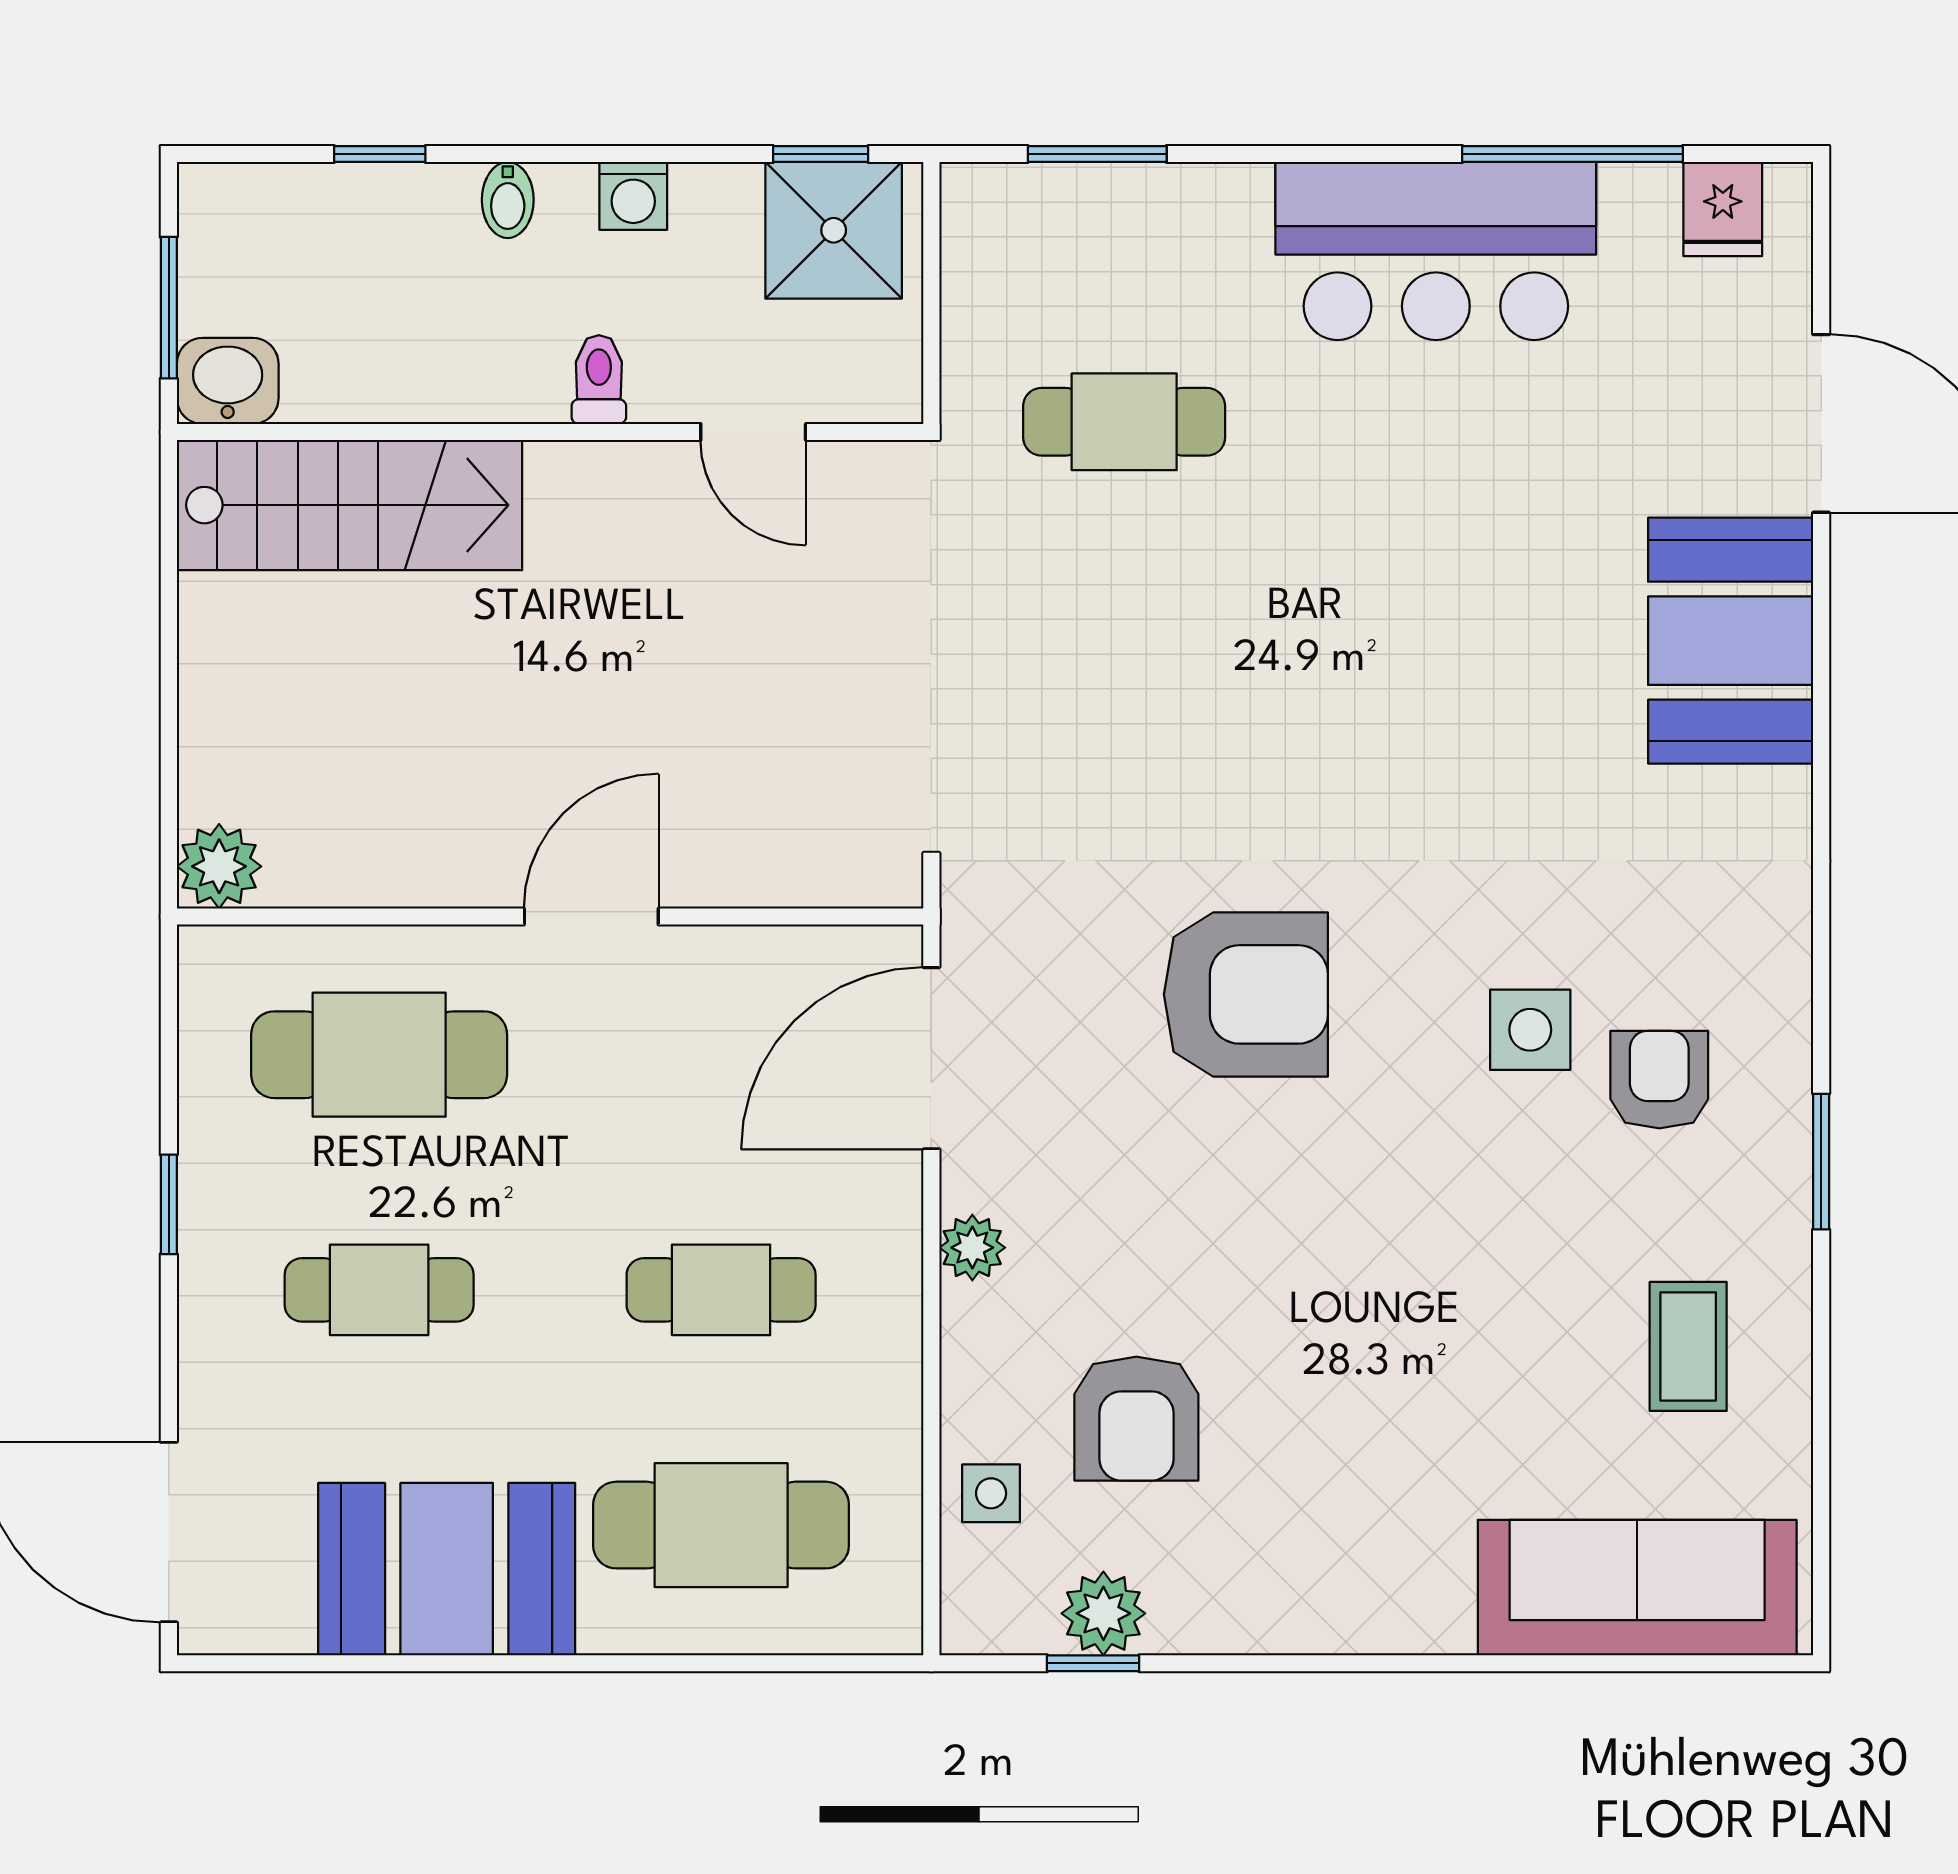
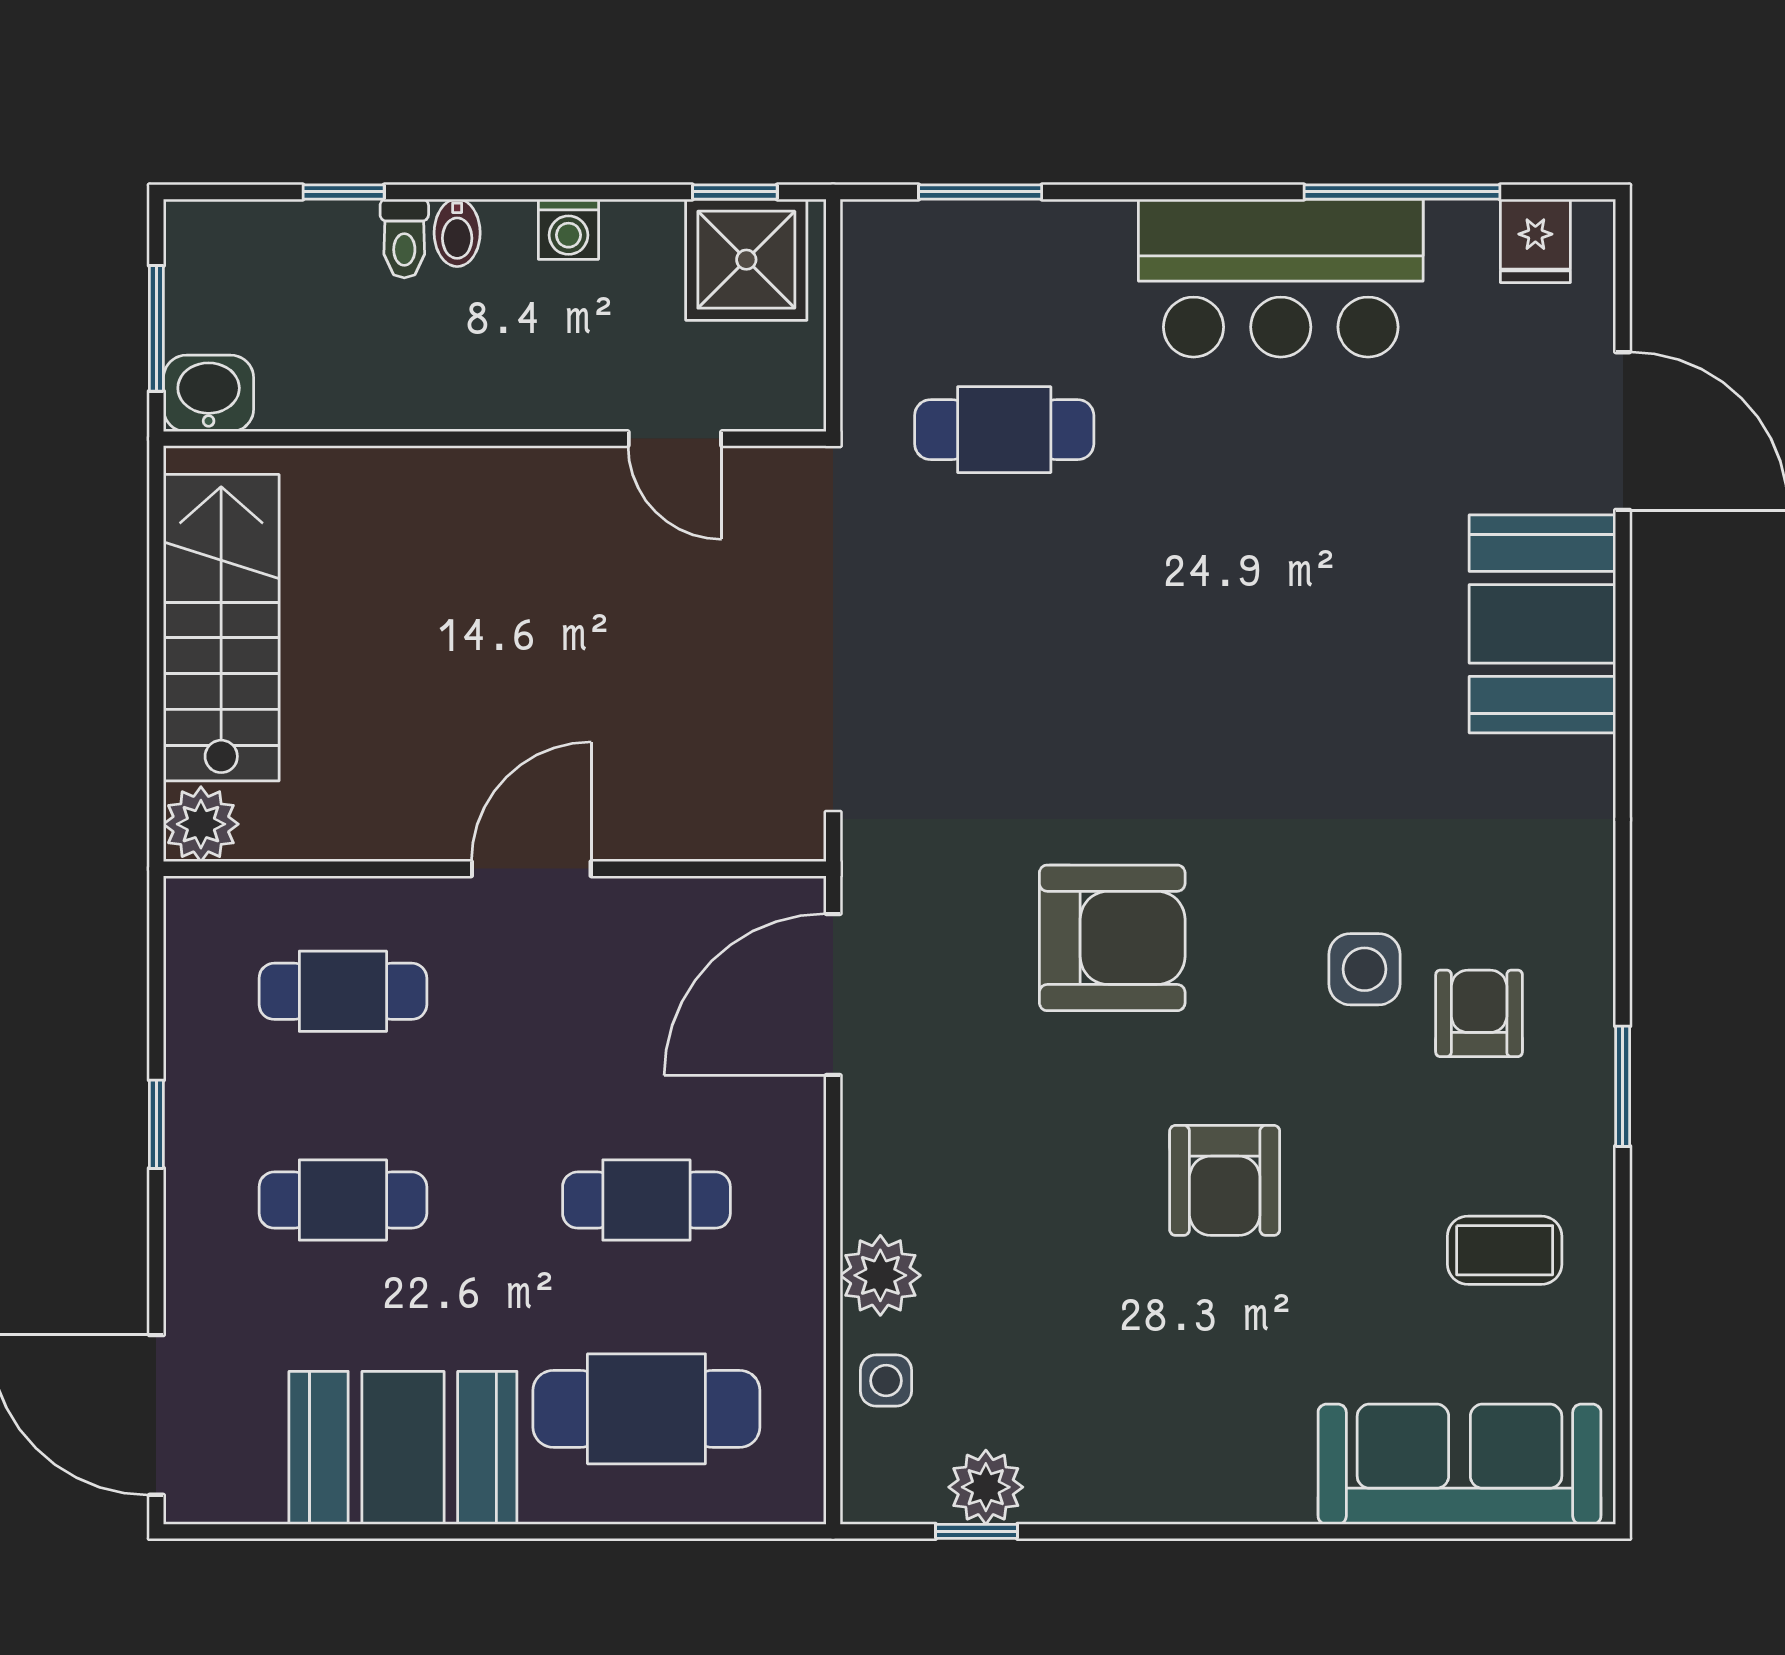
toilet: (599, 380) -> (404, 238), moved, turned 180
stairs: (349, 505) -> (221, 628), moved, turned -90
cafe table: (379, 1055) -> (343, 991), width x0.73, depth x0.74
plant: (972, 1248) -> (880, 1275), moved, width x1.38, depth x1.38
coffee table: (1688, 1346) -> (1505, 1250), turned 90
armchair: (1136, 1419) -> (1225, 1180), moved

